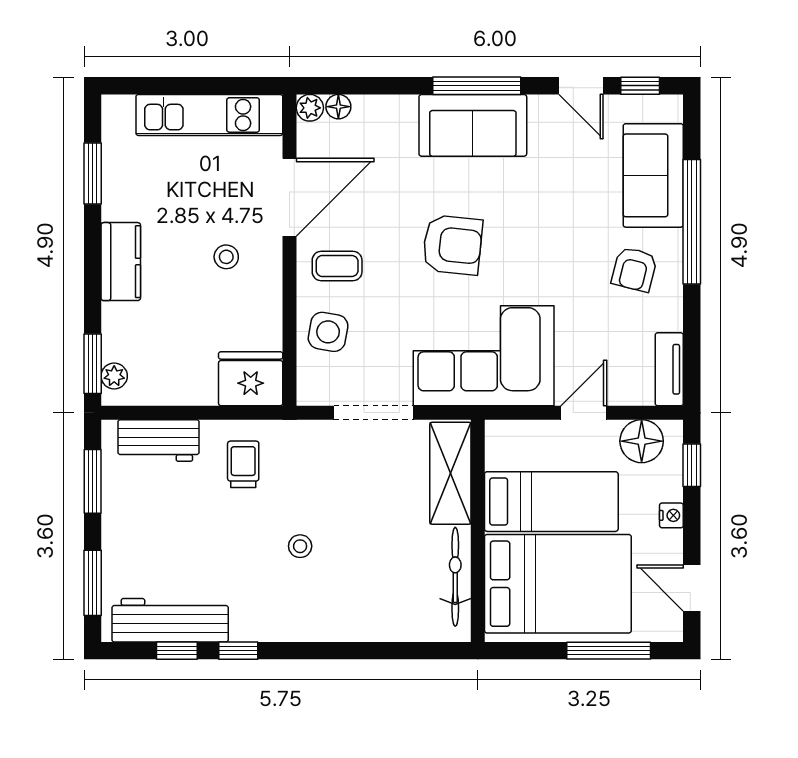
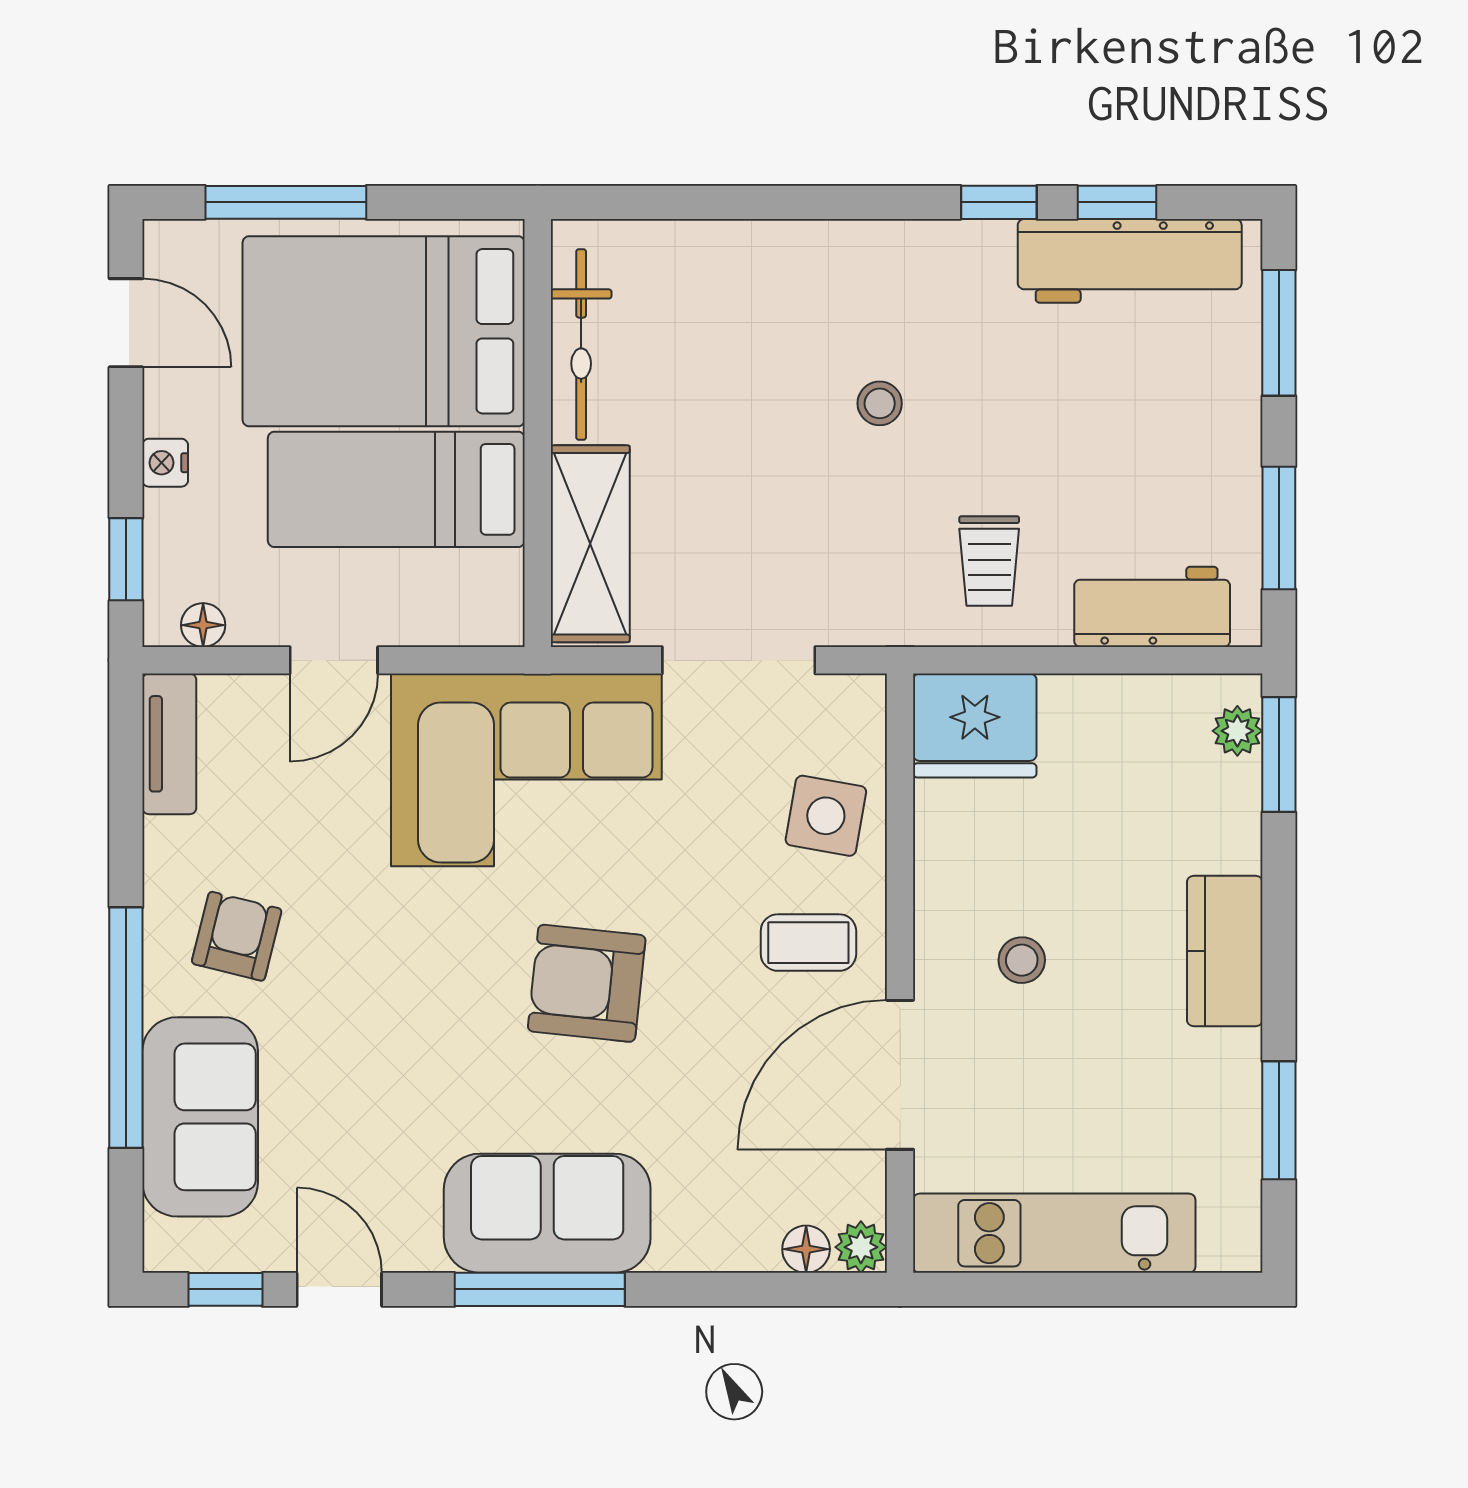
floor lamp: (642, 441) -> (203, 625), width x0.53, depth x0.53

